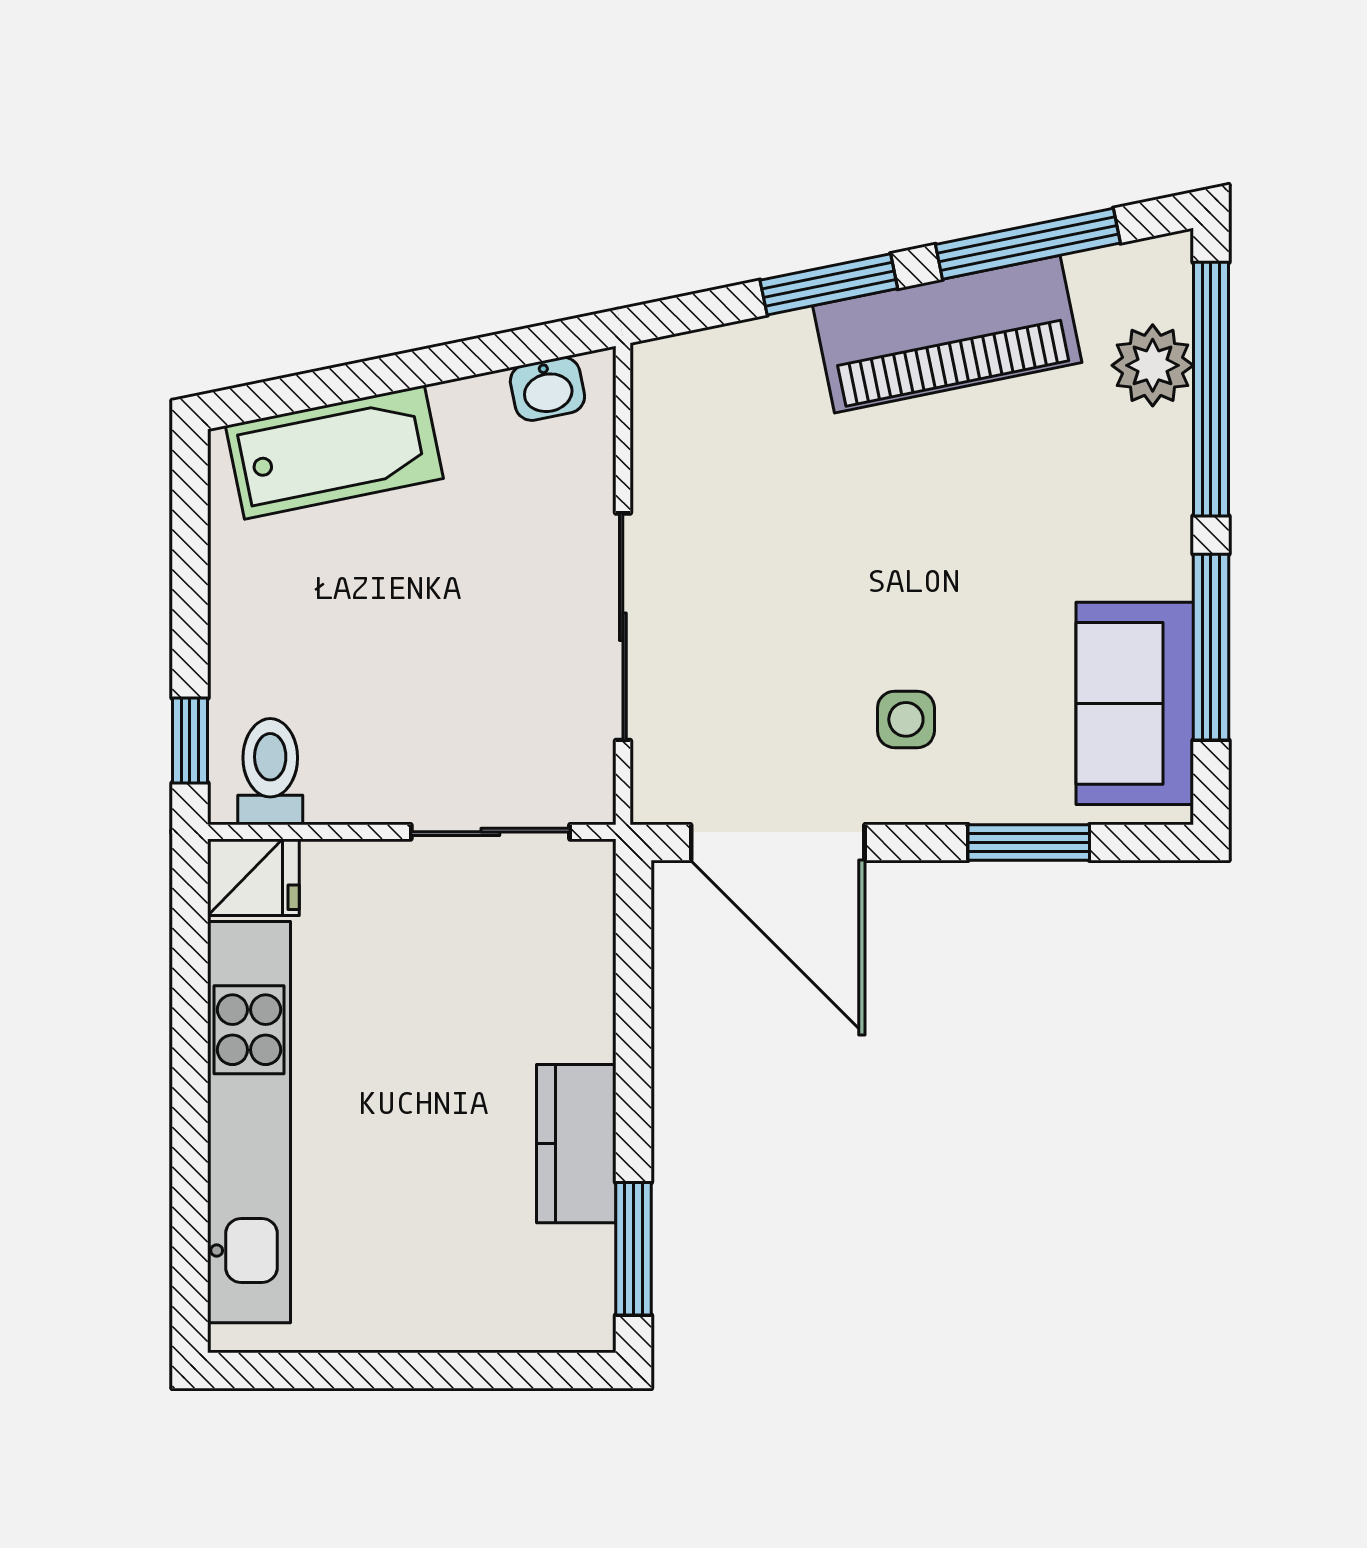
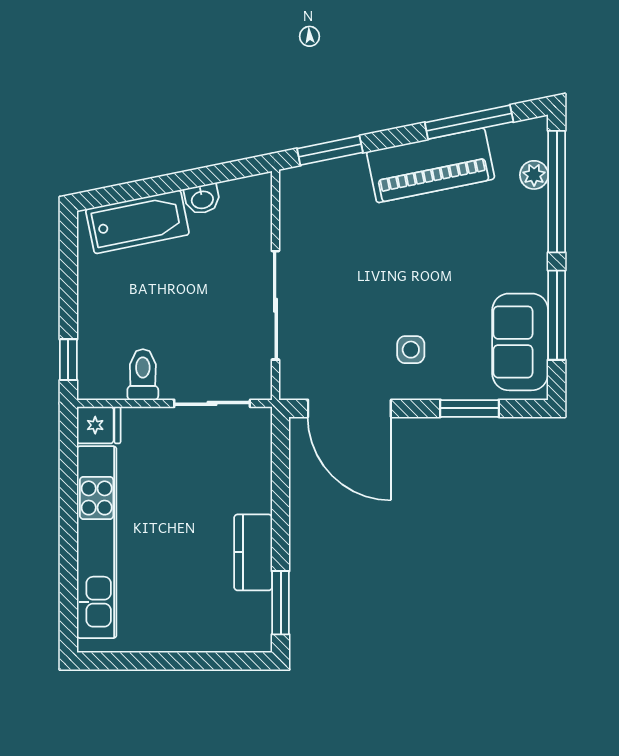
window: (829, 284) -> (330, 151), moved
plant: (1153, 365) -> (534, 175), width x0.73, depth x0.73
washbasin: (547, 389) -> (202, 199), moved
toilet: (270, 772) -> (143, 375), moved

